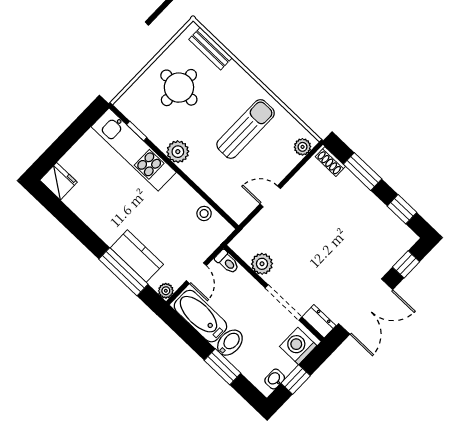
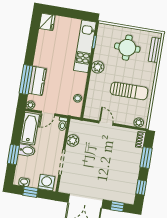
dresser: (319, 321) -> (64, 184), removed

